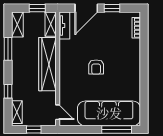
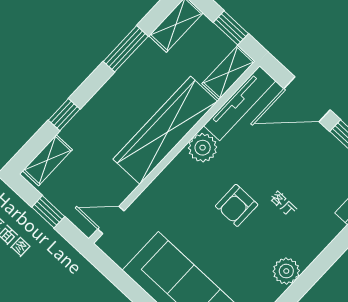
tv unit: (64, 25) -> (240, 103), width x1.41
plant: (66, 58) -> (203, 148), added
plant: (134, 74) -> (286, 271), added
door: (58, 112) -> (111, 220), swing flipped

